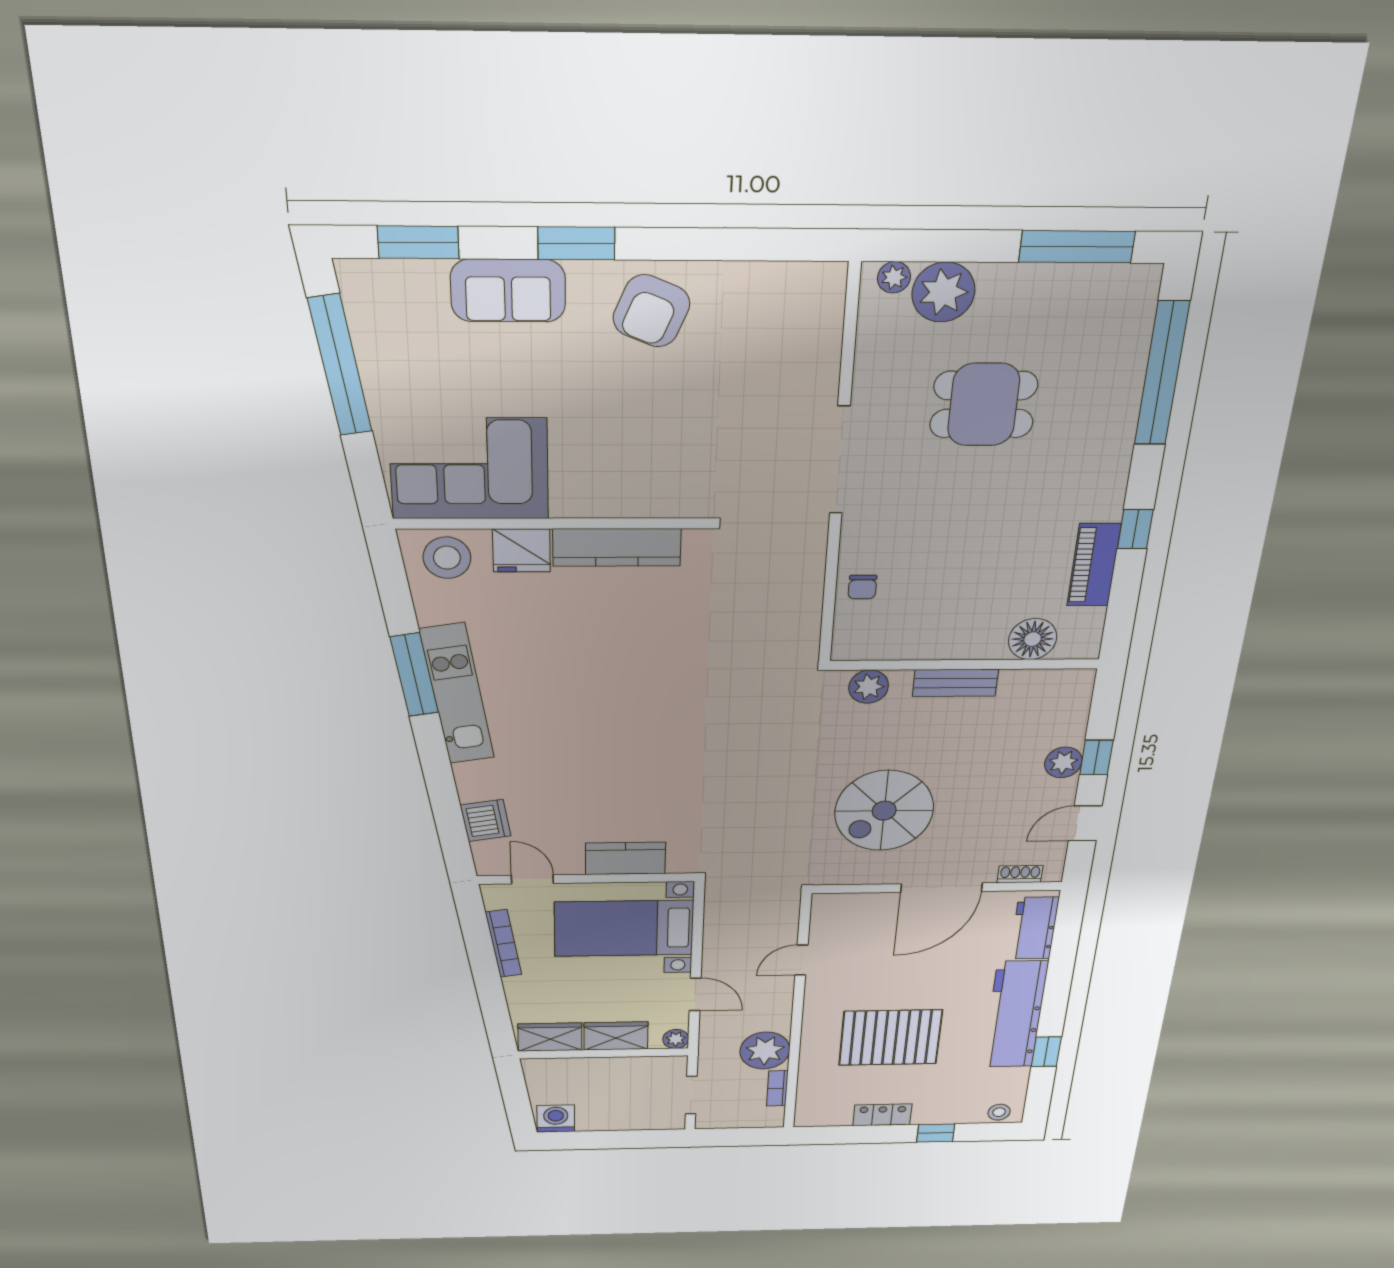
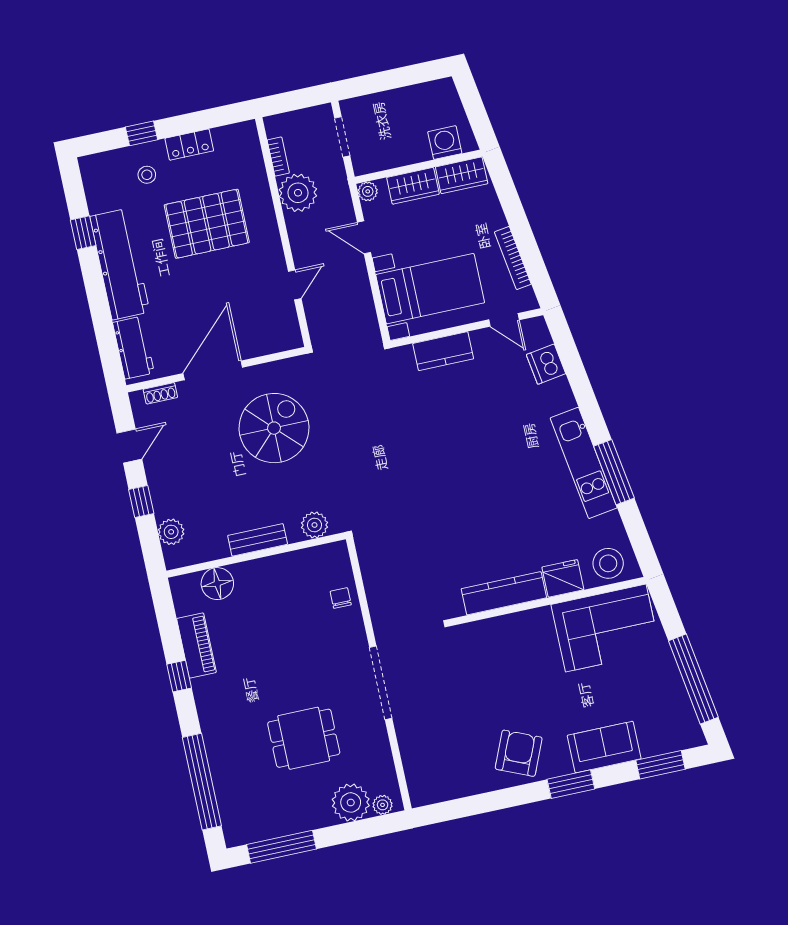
plant: (1063, 762) -> (171, 532), moved
stool: (999, 1112) -> (147, 175), moved
washing machine: (556, 1118) -> (445, 143), moved, turned 180

